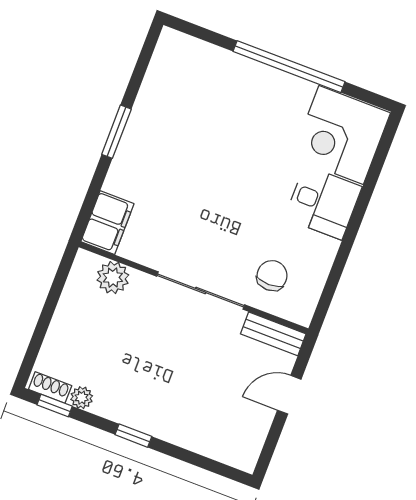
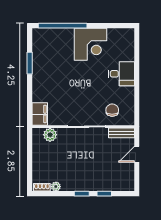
window: (289, 67) -> (63, 26), moved
window: (116, 132) -> (30, 63), moved
corner desk: (341, 135) -> (90, 44), moved, turned -90
window: (55, 406) -> (104, 194), moved

